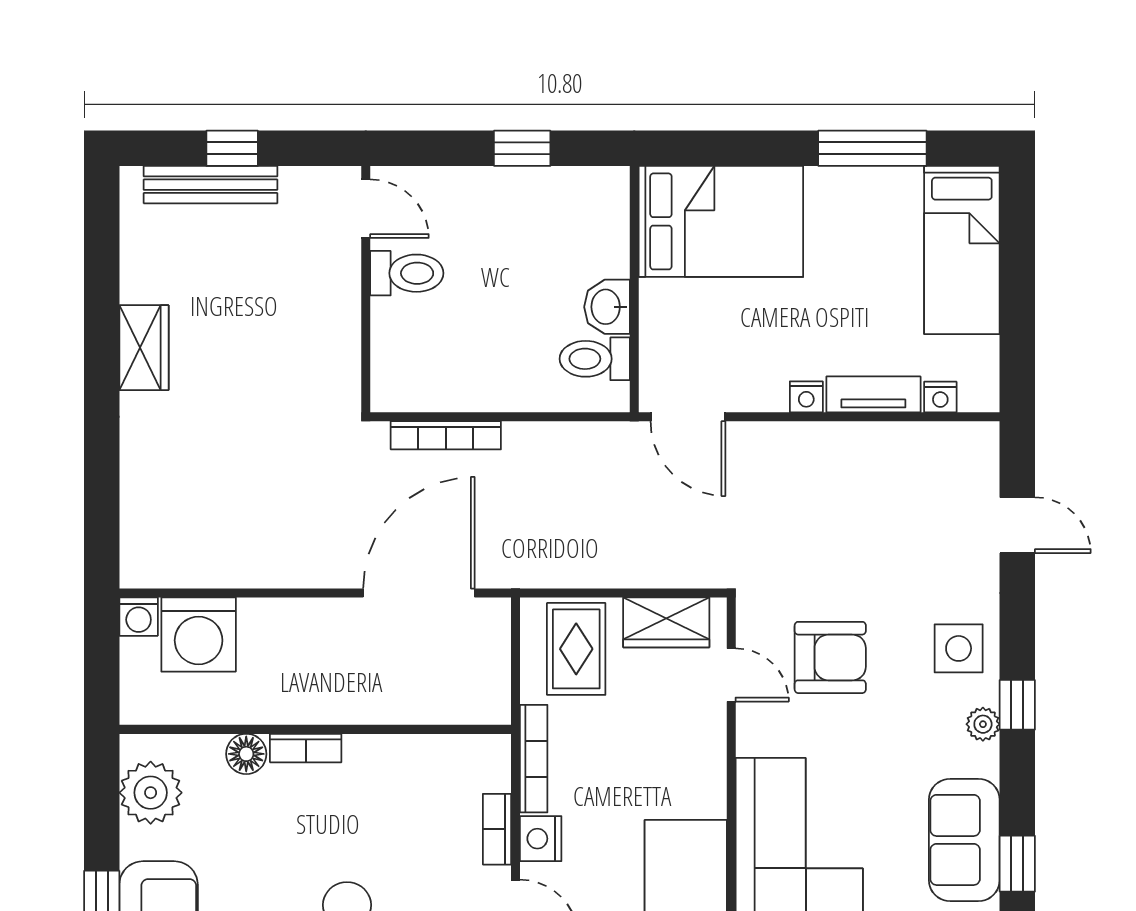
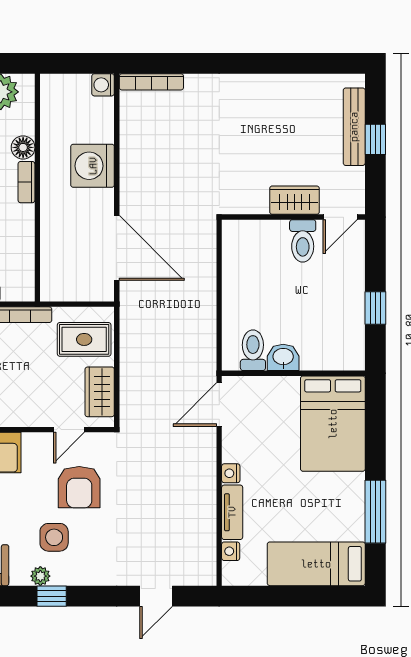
wardrobe: (144, 348) -> (294, 200), moved, turned 180
bookcase: (446, 435) -> (151, 82), moved, turned -90
washing machine: (199, 635) -> (93, 166), moved
side table: (959, 648) -> (54, 537), moved

